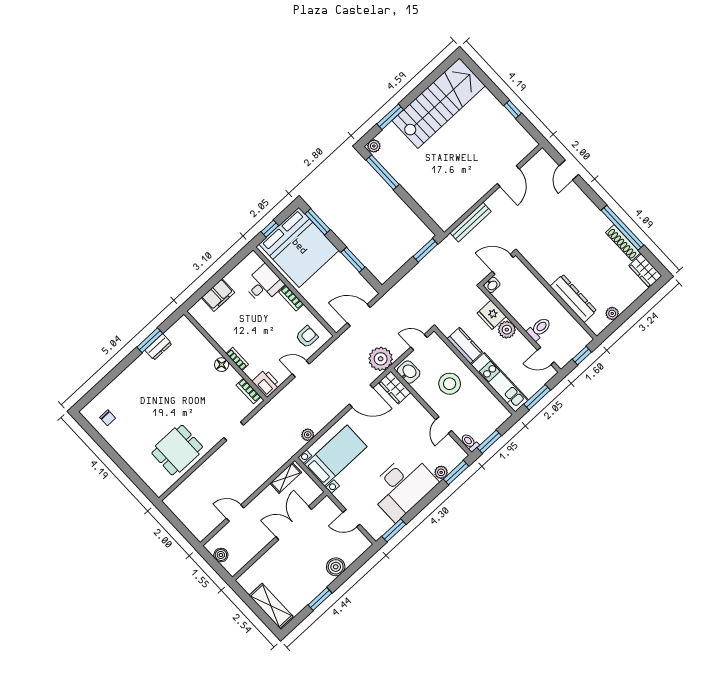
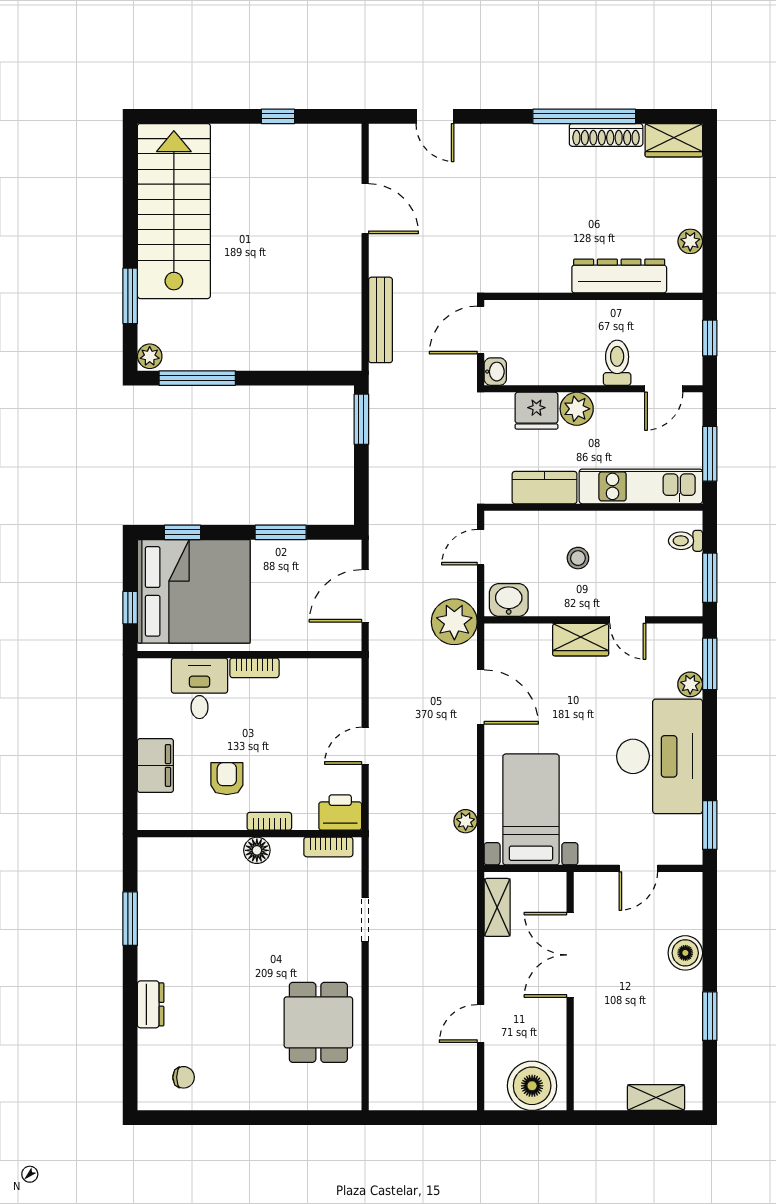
window: (318, 222) -> (182, 532), width x0.67
armchair: (307, 337) -> (227, 779), moved
dresser: (158, 347) -> (151, 1004), moved
stool: (450, 384) -> (578, 558), width x0.53, depth x0.53
wardrobe: (395, 388) -> (581, 640), moved
door: (361, 396) -> (481, 697), hinge flipped
toilet: (470, 442) -> (685, 541), moved
boiler: (221, 555) -> (532, 1086), width x1.86, depth x1.86
shelving: (271, 606) -> (656, 1098), width x0.67, depth x0.75

